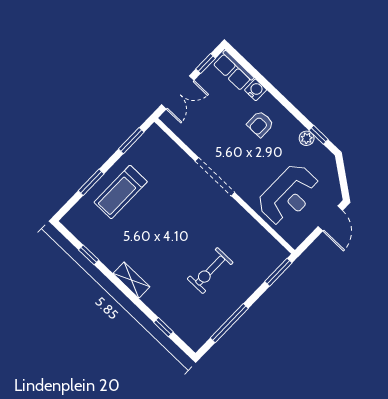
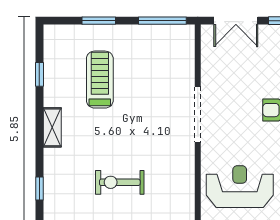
window: (131, 141) -> (162, 21), width x1.44
treadmill: (121, 192) -> (100, 80), moved, turned 90
reception desk: (289, 195) -> (240, 187), turned 180

